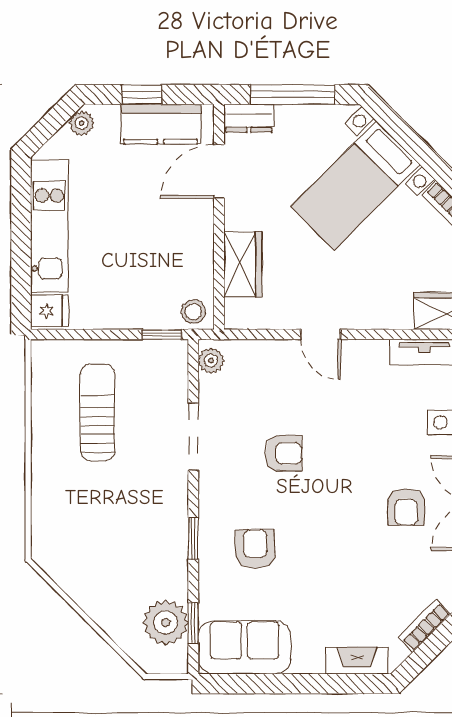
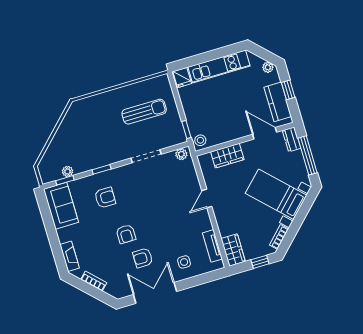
armchair: (284, 453) -> (126, 234), moved
plant: (166, 623) -> (68, 171), width x0.53, depth x0.53

